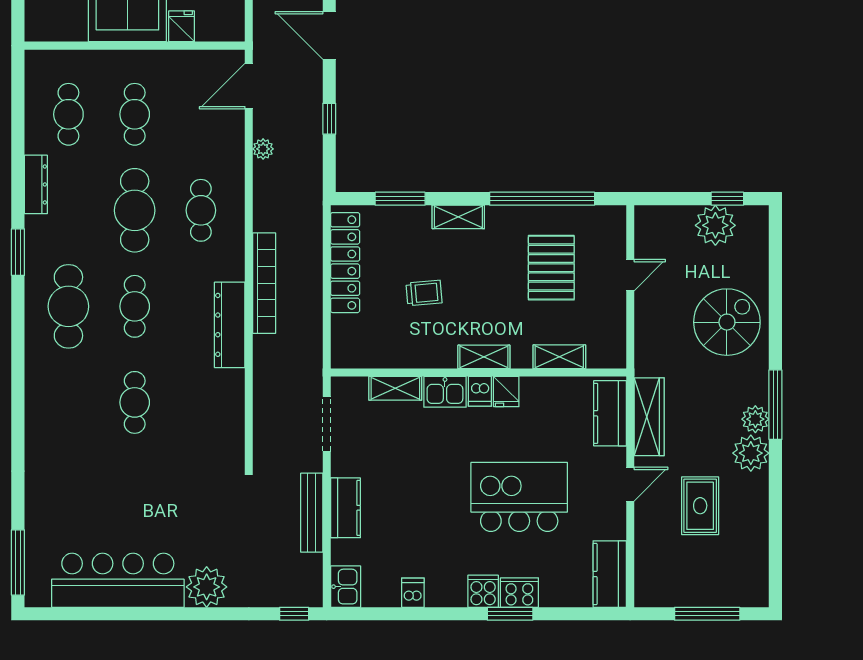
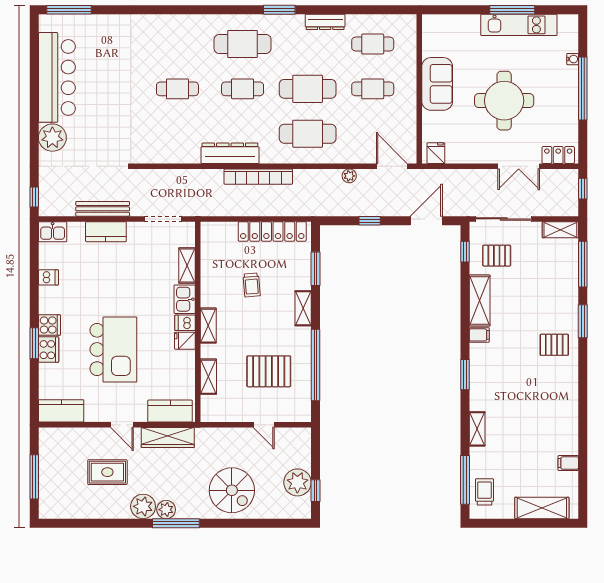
fridge: (181, 26) -> (436, 153), moved, turned -90
cafe table: (201, 210) -> (308, 134), width x1.37, depth x1.35

